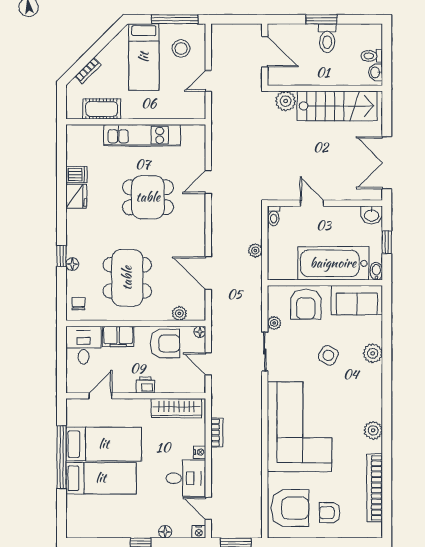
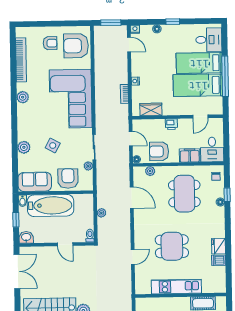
window: (62, 256) -> (227, 195), moved
wardrobe: (176, 408) -> (151, 109), width x0.67
desk: (186, 478) -> (209, 40), moved, turned 180

